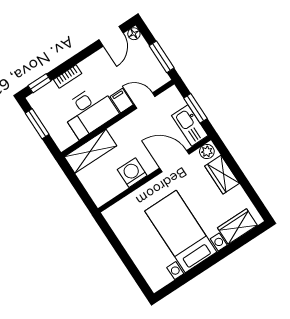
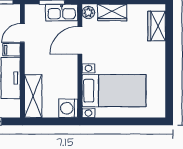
washing machine: (132, 173) -> (68, 108), moved
bed with nightstands: (181, 231) -> (114, 91), moved, turned 180

